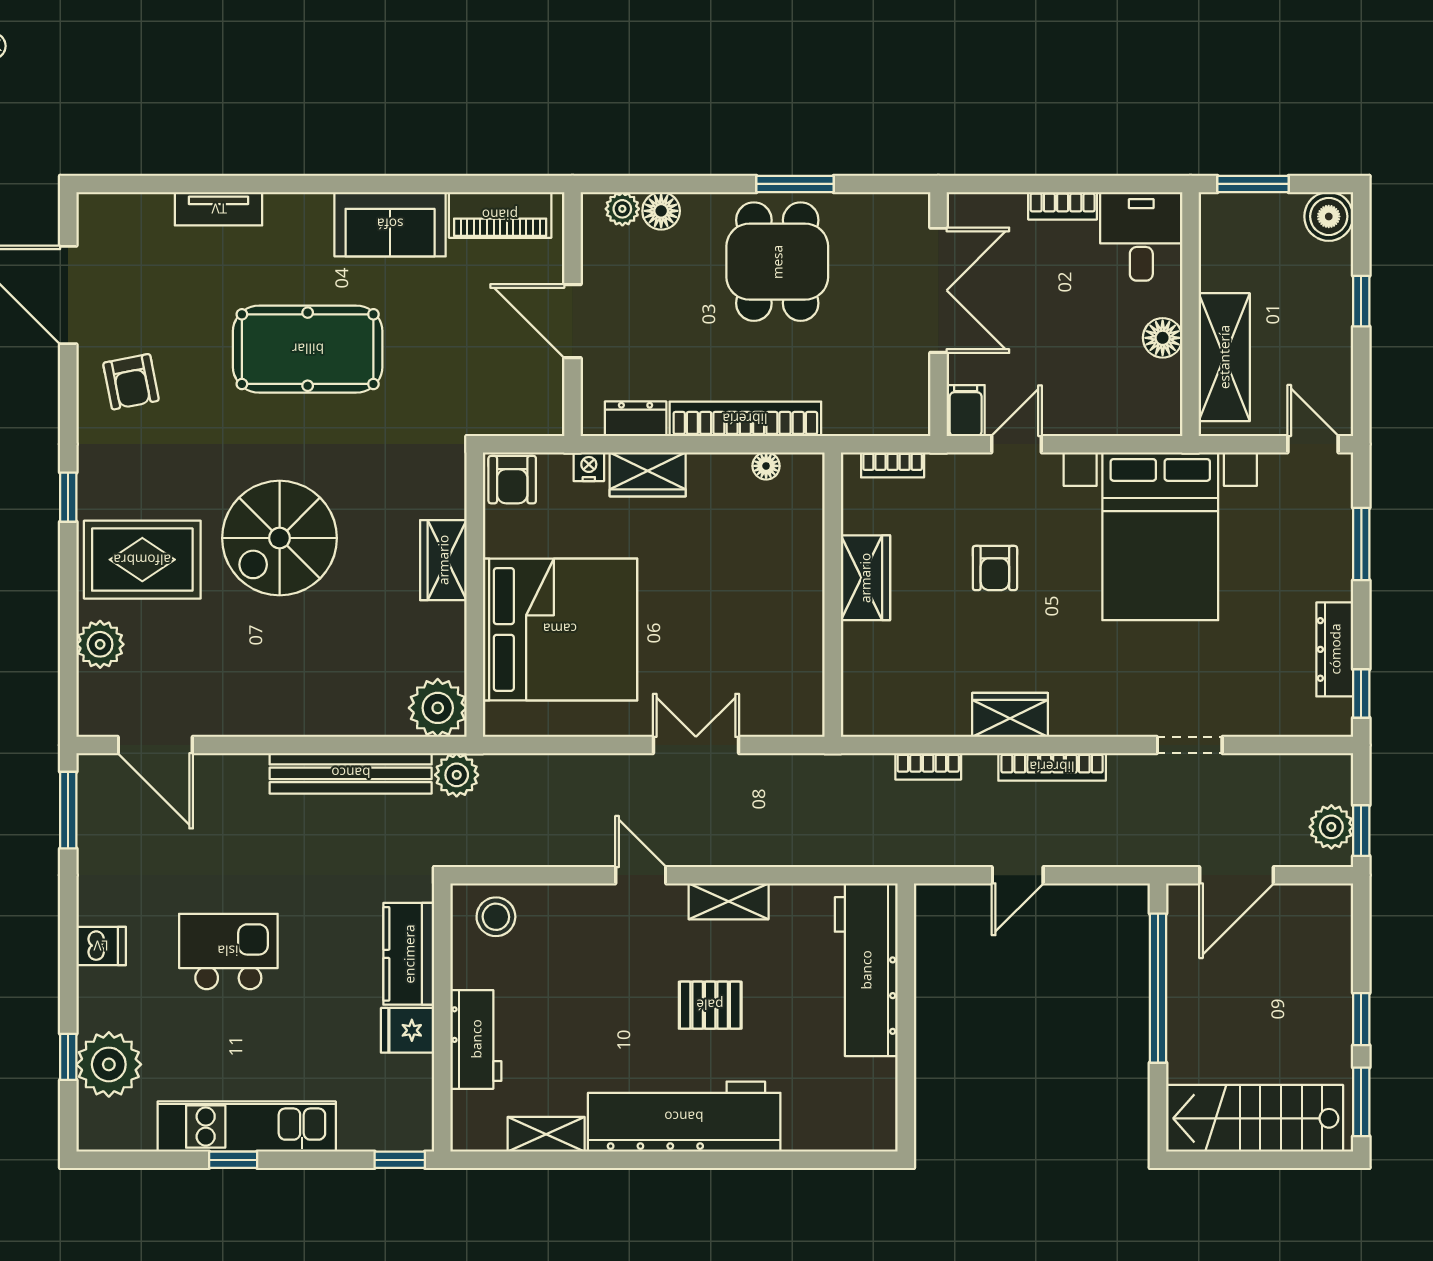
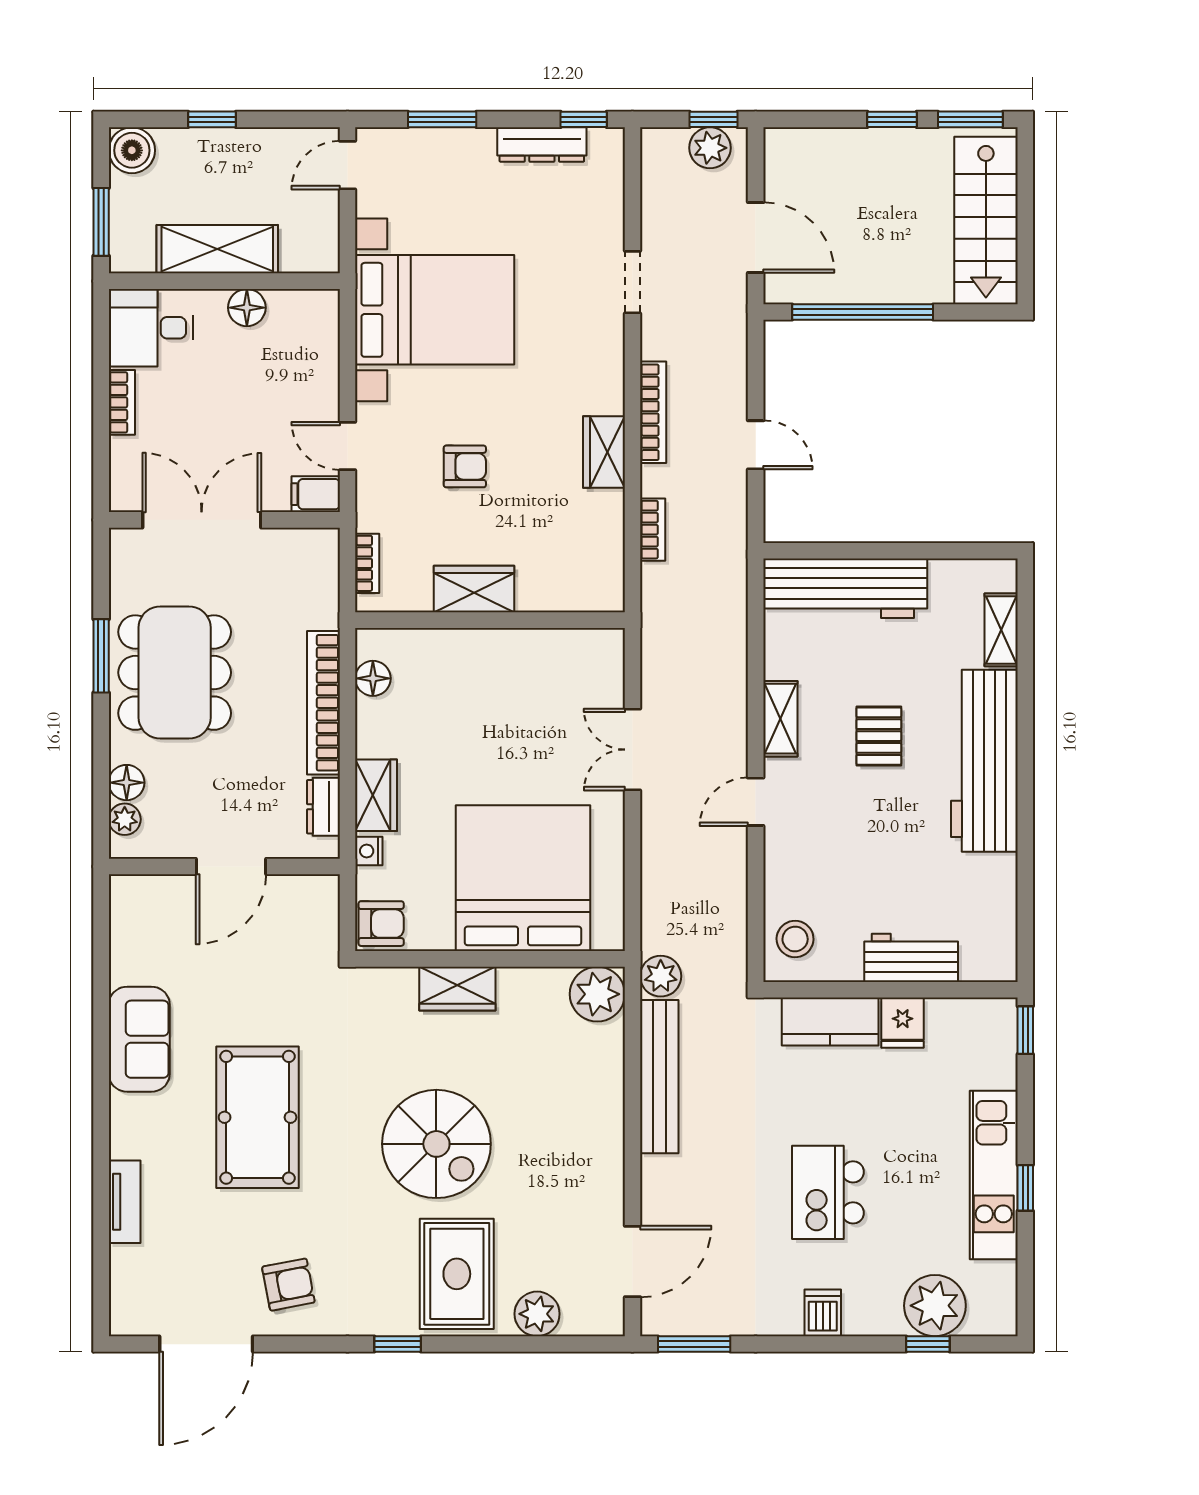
piano: (500, 215) -> (130, 935), removed
dining table: (777, 262) -> (175, 673), width x1.38
shelving: (1224, 357) -> (217, 249), moved
floor lamp: (766, 466) -> (373, 678), width x1.37, depth x1.37
shelving: (546, 1134) -> (1001, 630), moved

